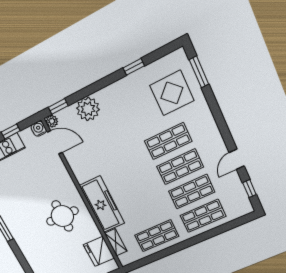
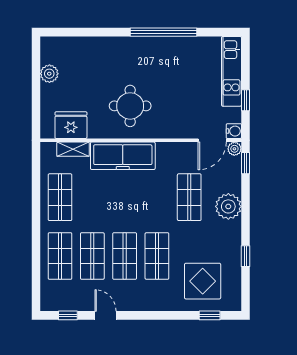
window: (199, 72) -> (210, 315), width x0.67
plant: (88, 109) -> (228, 206), moved
shop shelf: (108, 138) -> (189, 197), added

